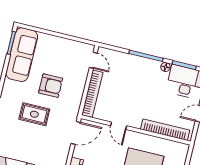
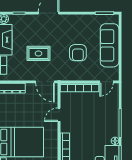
sofa: (22, 55) -> (110, 45), moved, turned 90
rug: (34, 114) -> (38, 53), moved, turned 90

